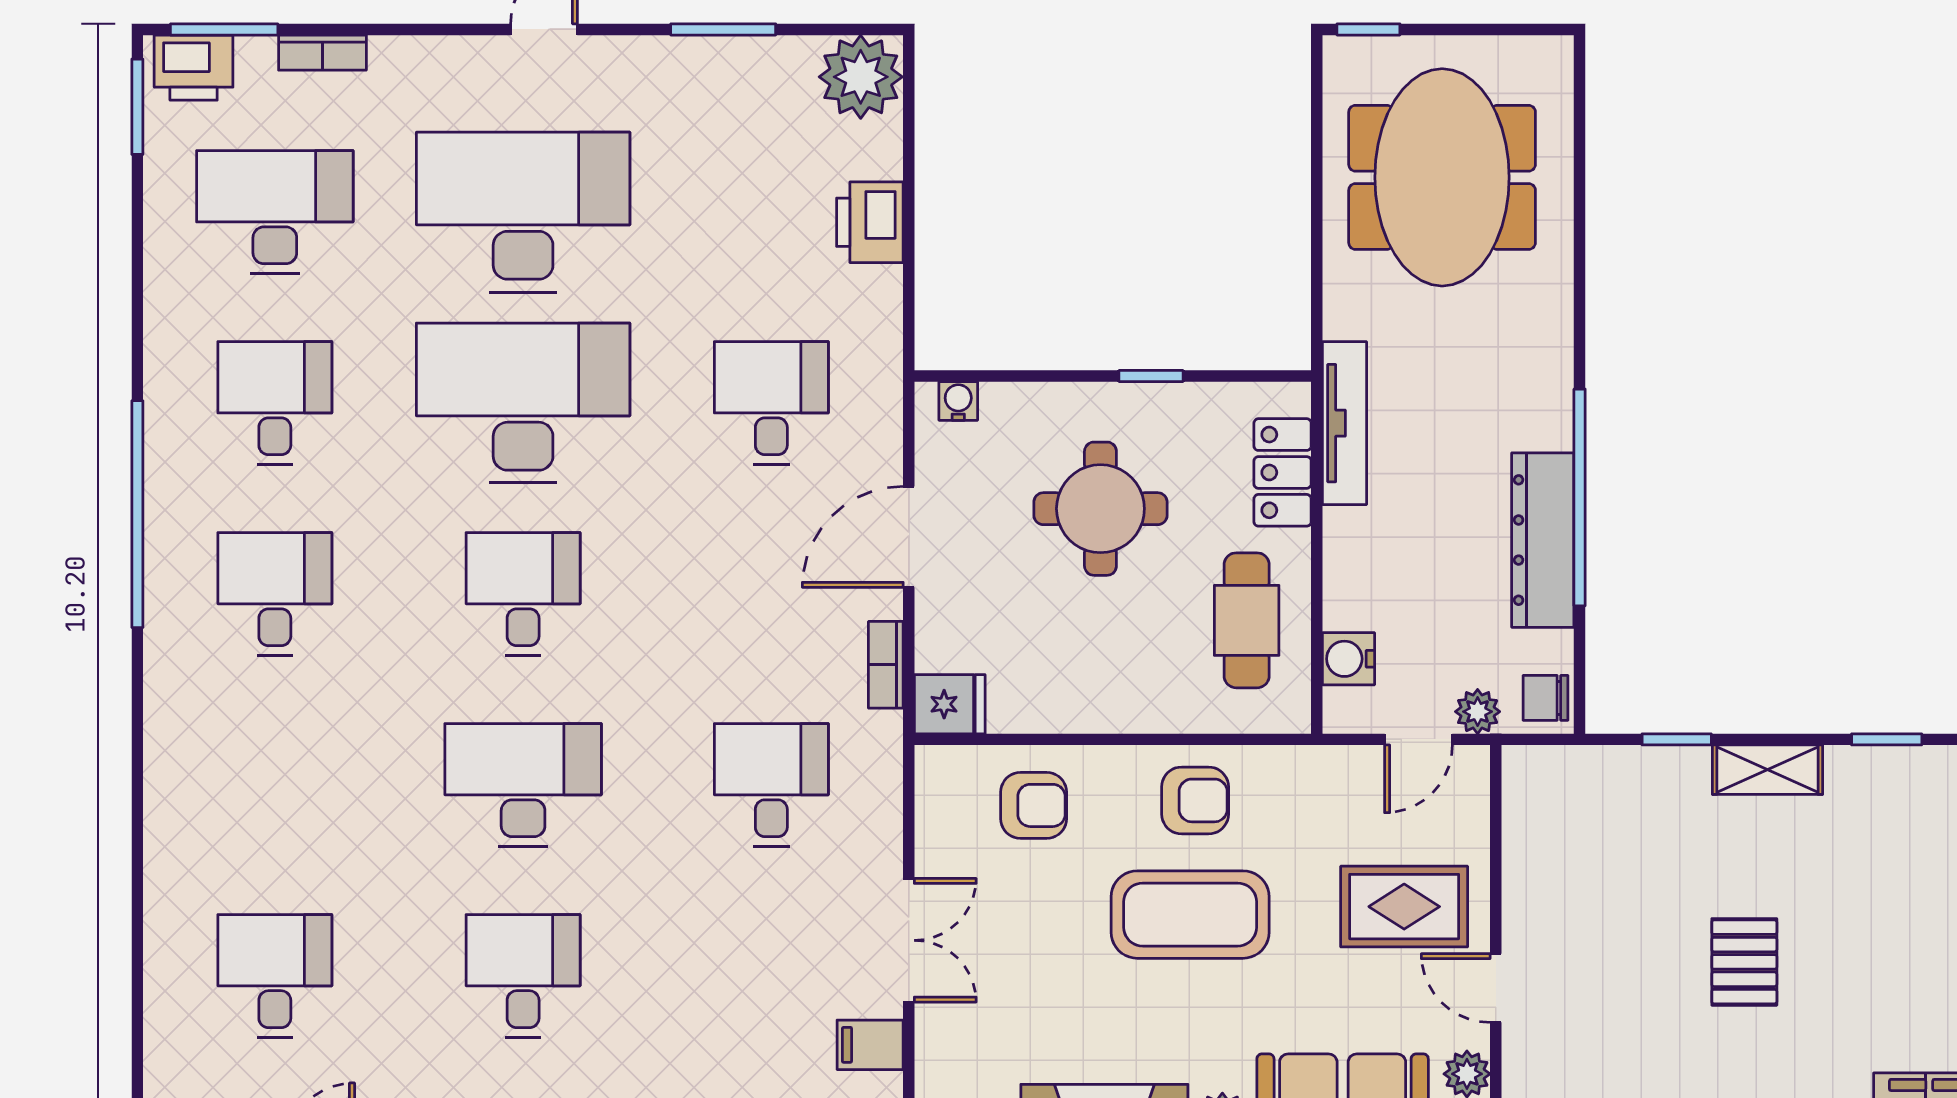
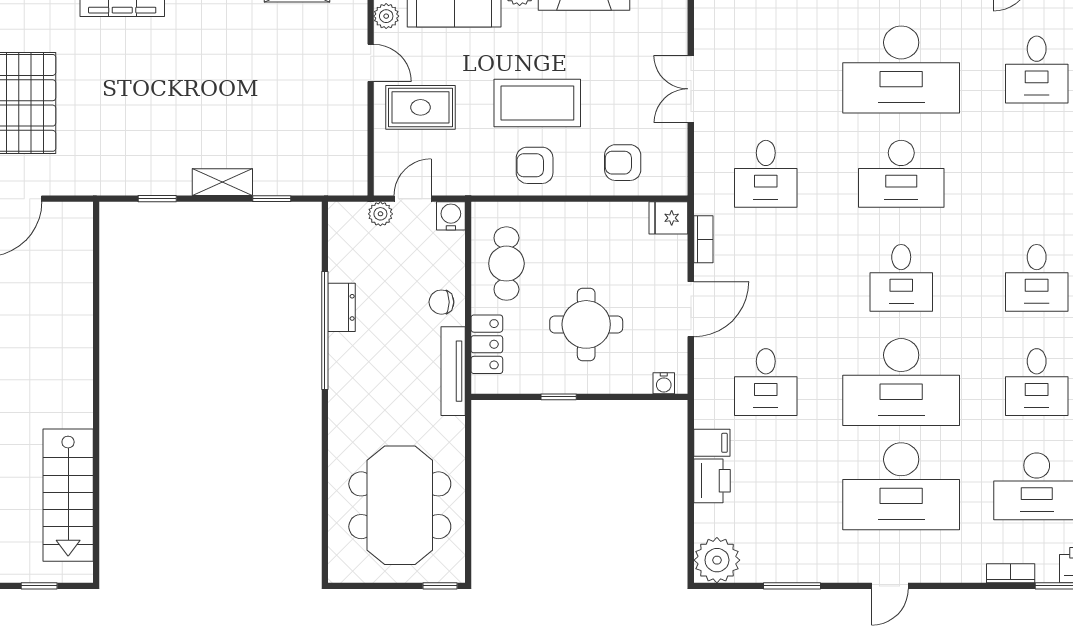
dresser: (1543, 540) -> (341, 307), width x0.51, depth x0.80
water cooler: (1348, 659) -> (451, 216), moved, turned -90
chair: (1545, 698) -> (441, 302), moved, turned 180
pallet: (1744, 962) -> (235, 77), removed
desk: (523, 976) -> (901, 70), width x1.87, depth x1.30
filing cabinet: (870, 1045) -> (712, 443), moved

